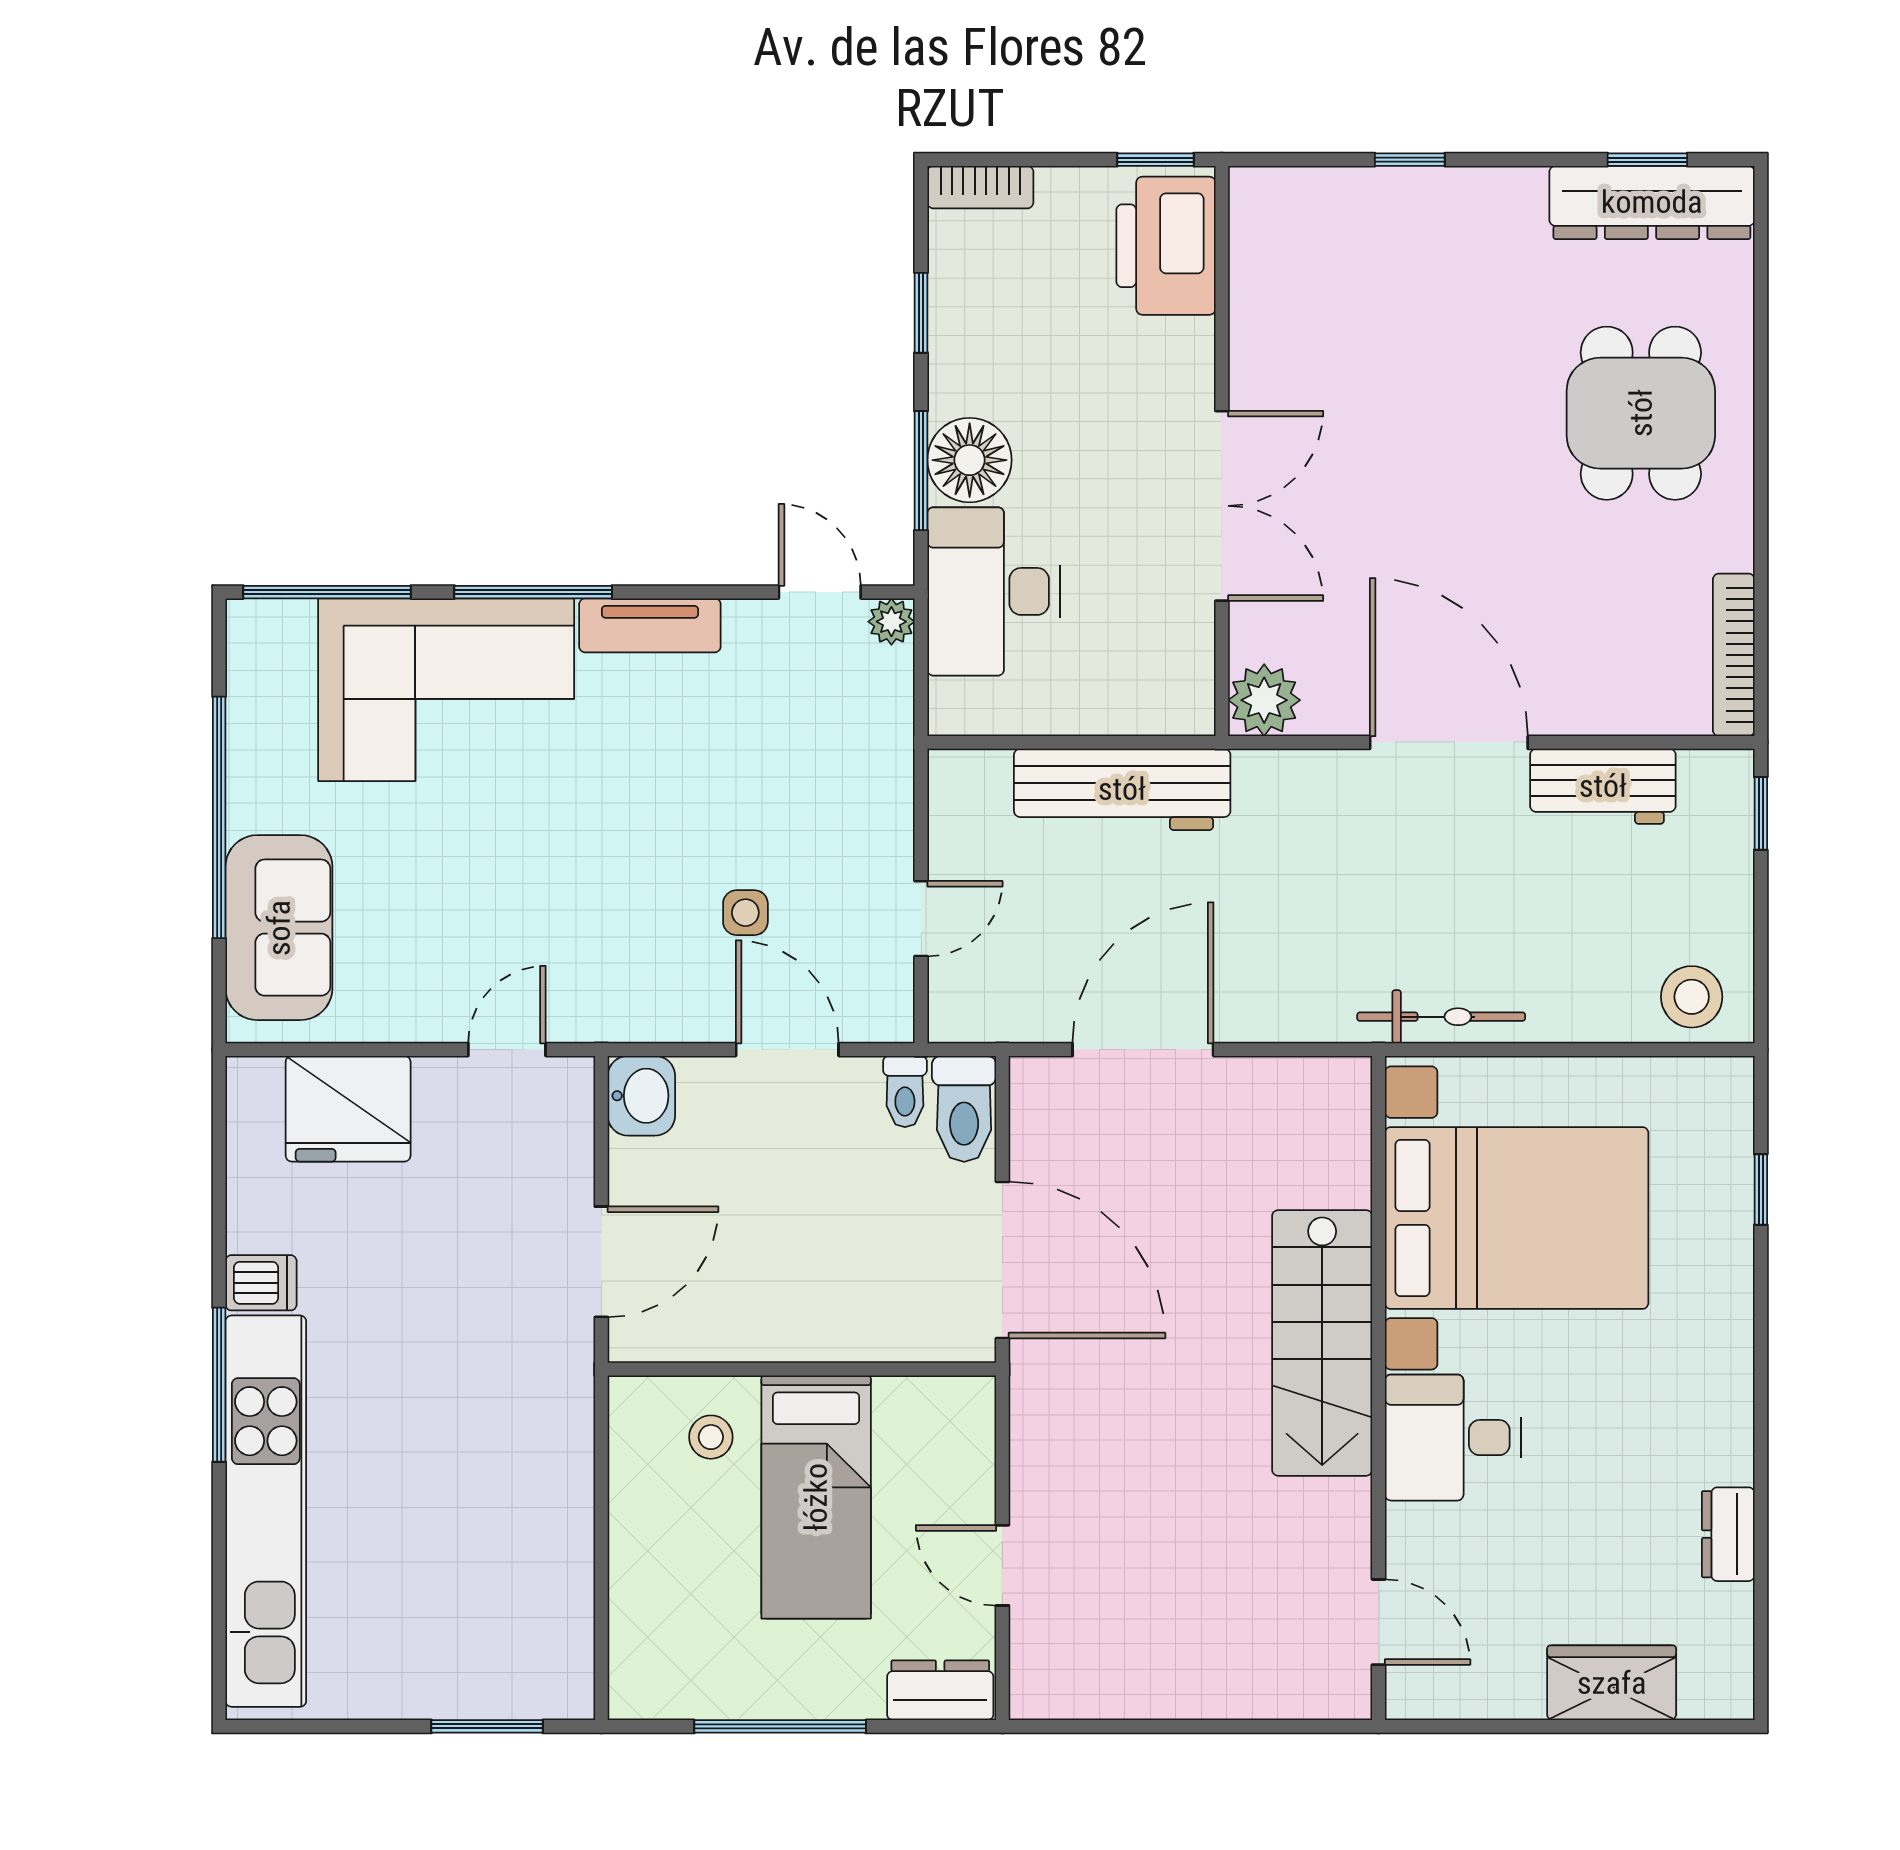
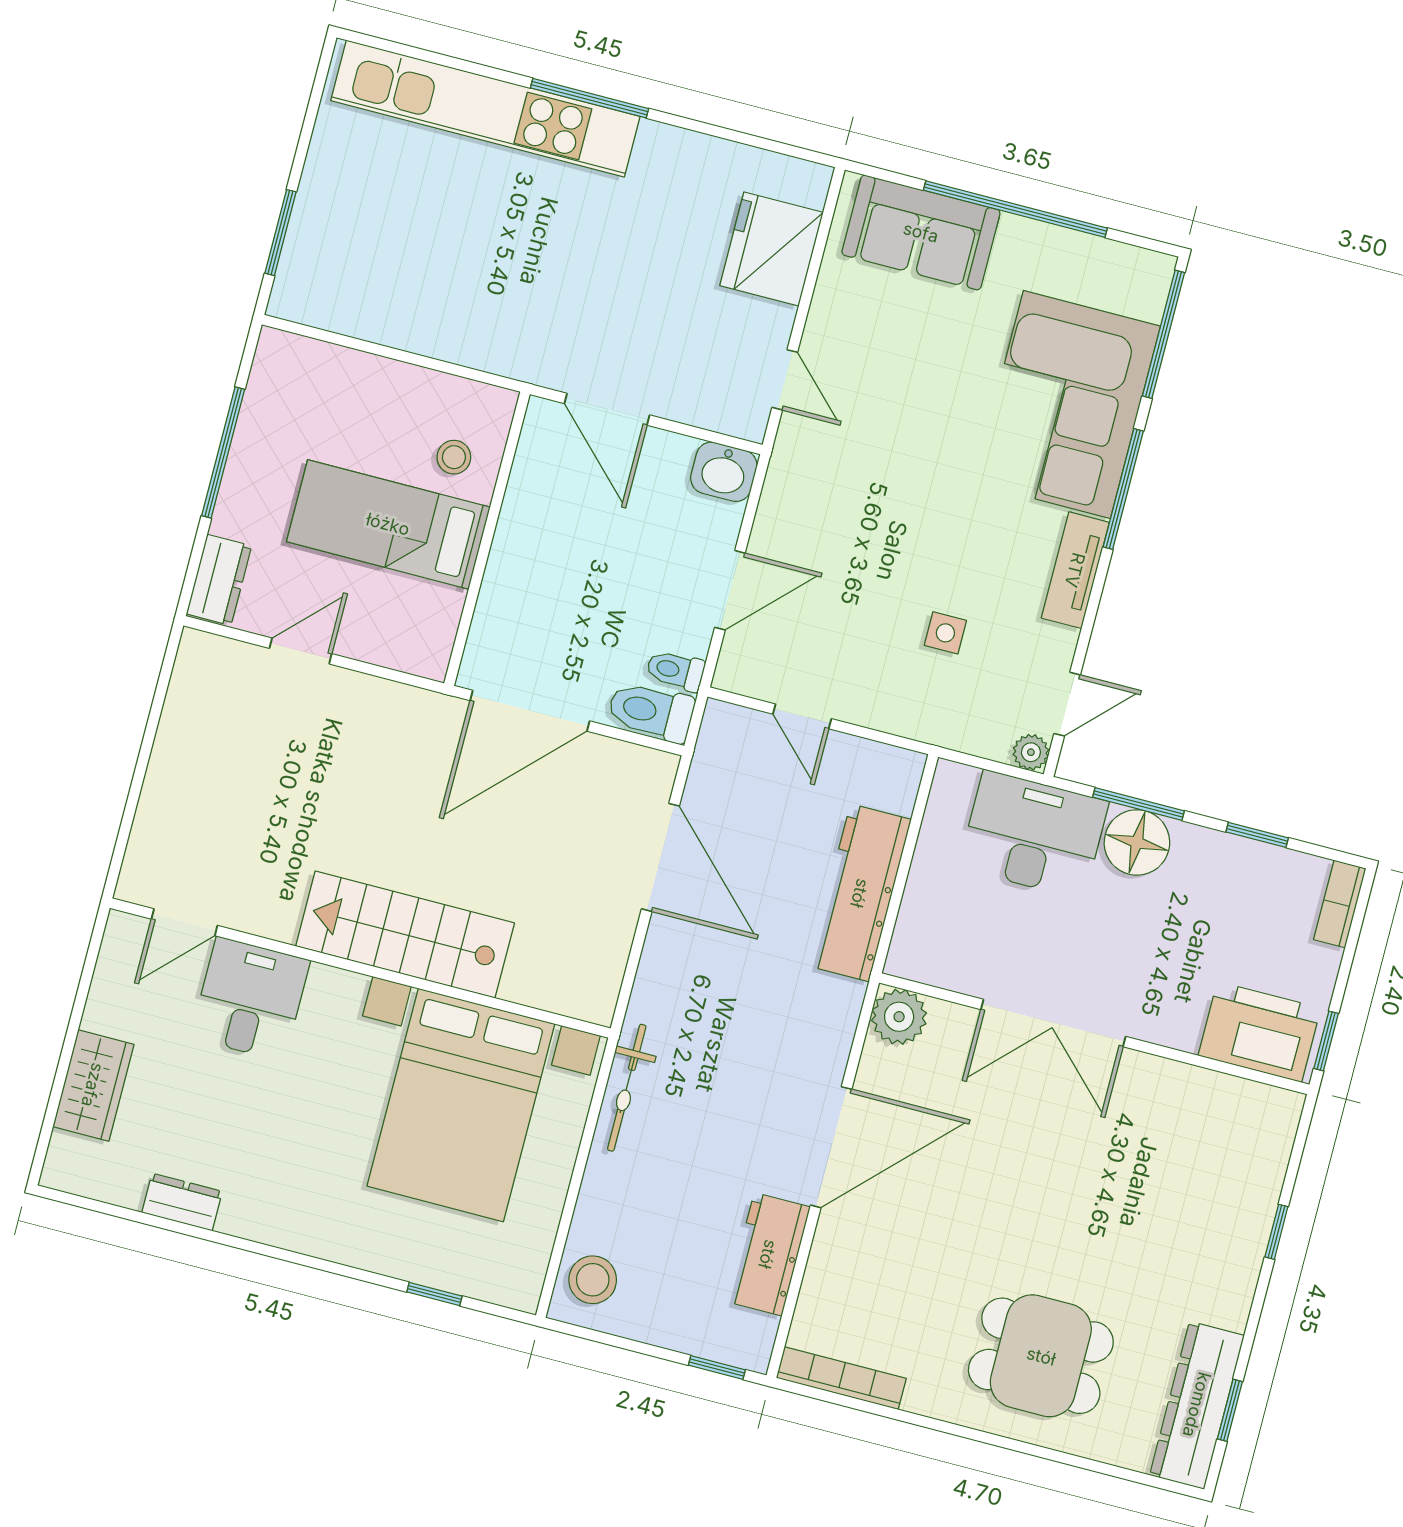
side table: (745, 913) -> (945, 633), moved
dishwasher: (261, 1283) -> (658, 150), removed
desk: (1453, 1438) -> (250, 999), moved

